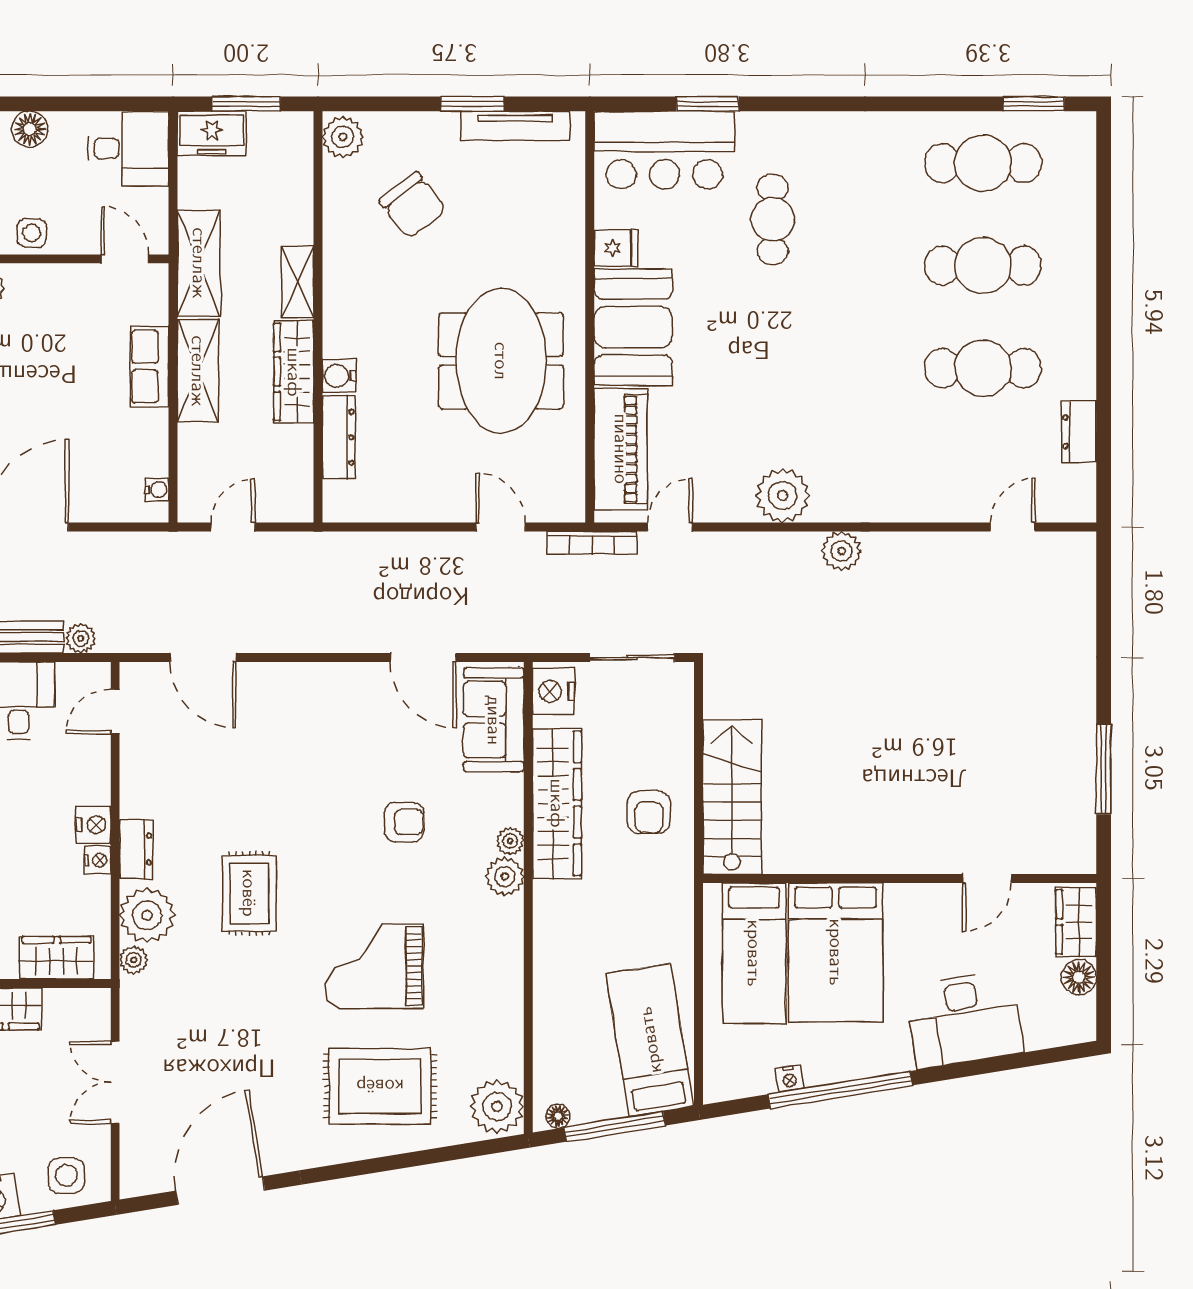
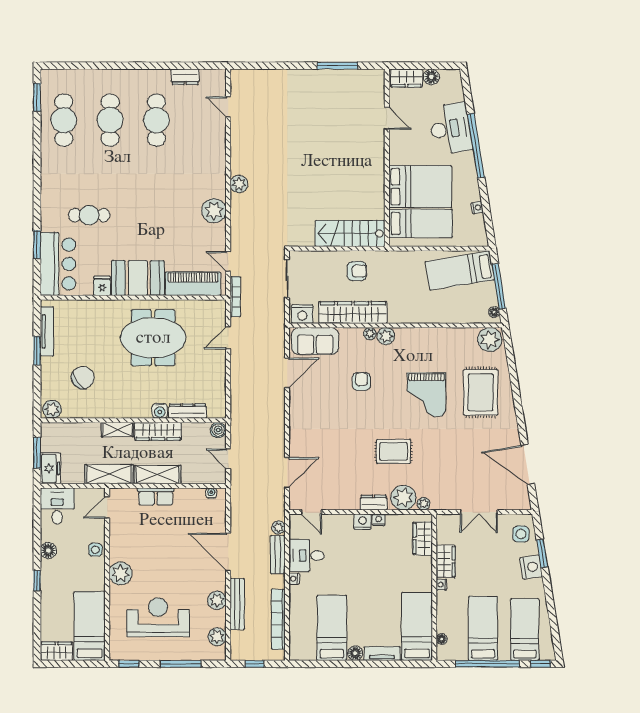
boiler: (297, 505) -> (218, 430), added
window: (840, 1090) -> (476, 146), moved

